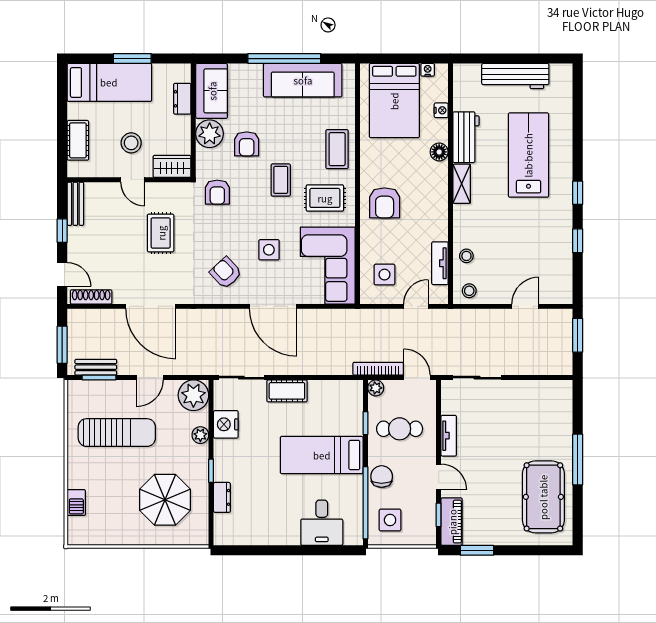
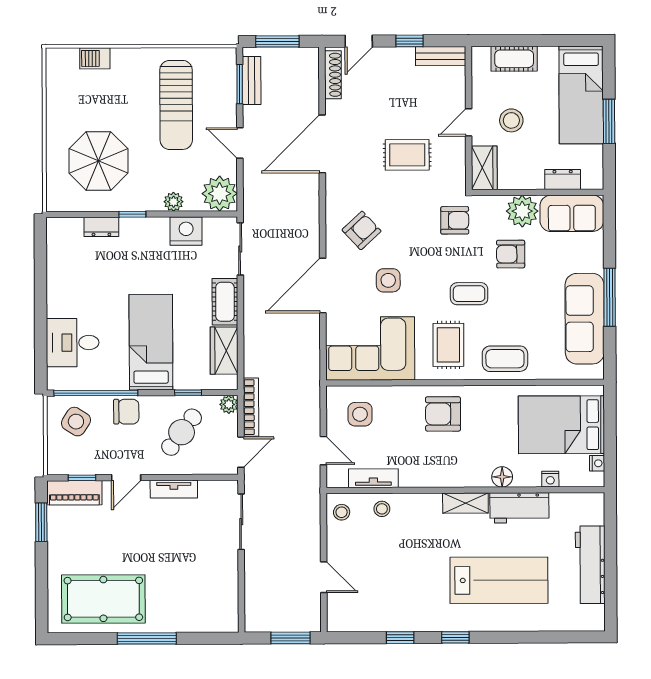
window: (284, 59) -> (610, 297), width x0.68
armchair: (217, 192) -> (455, 220), turned 180
wardrobe: (329, 392) -> (224, 351), added
cafe table: (400, 429) -> (182, 432), turned 37
side table: (390, 520) -> (76, 422), turned 32

